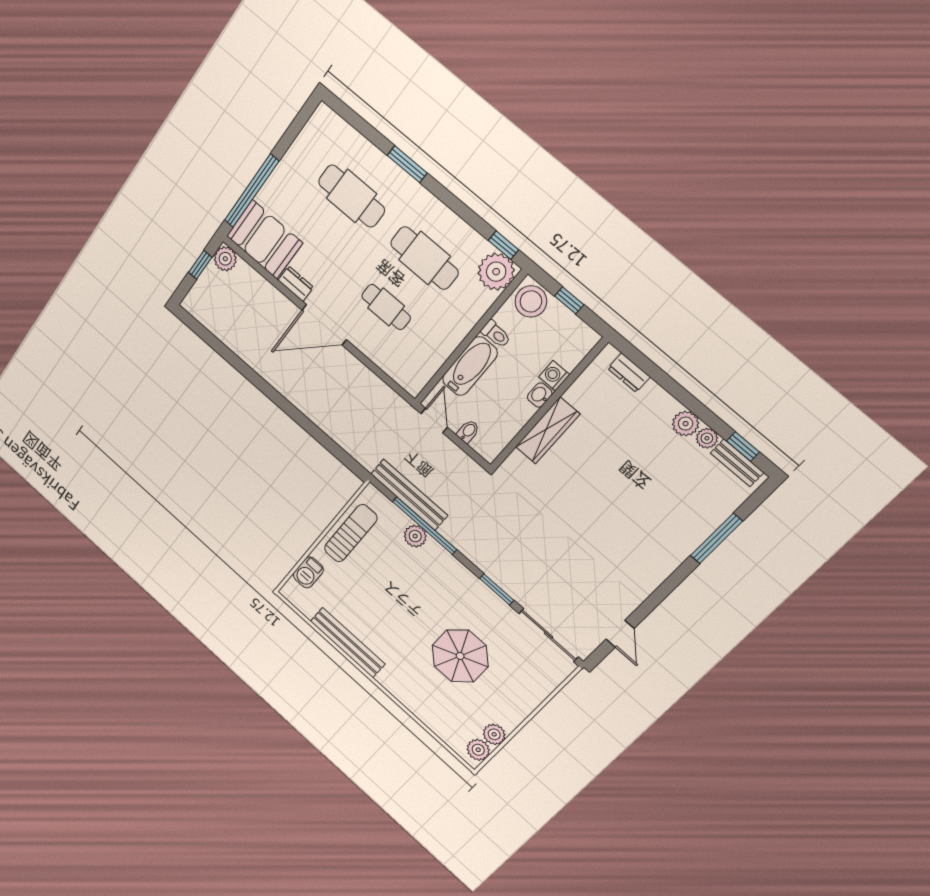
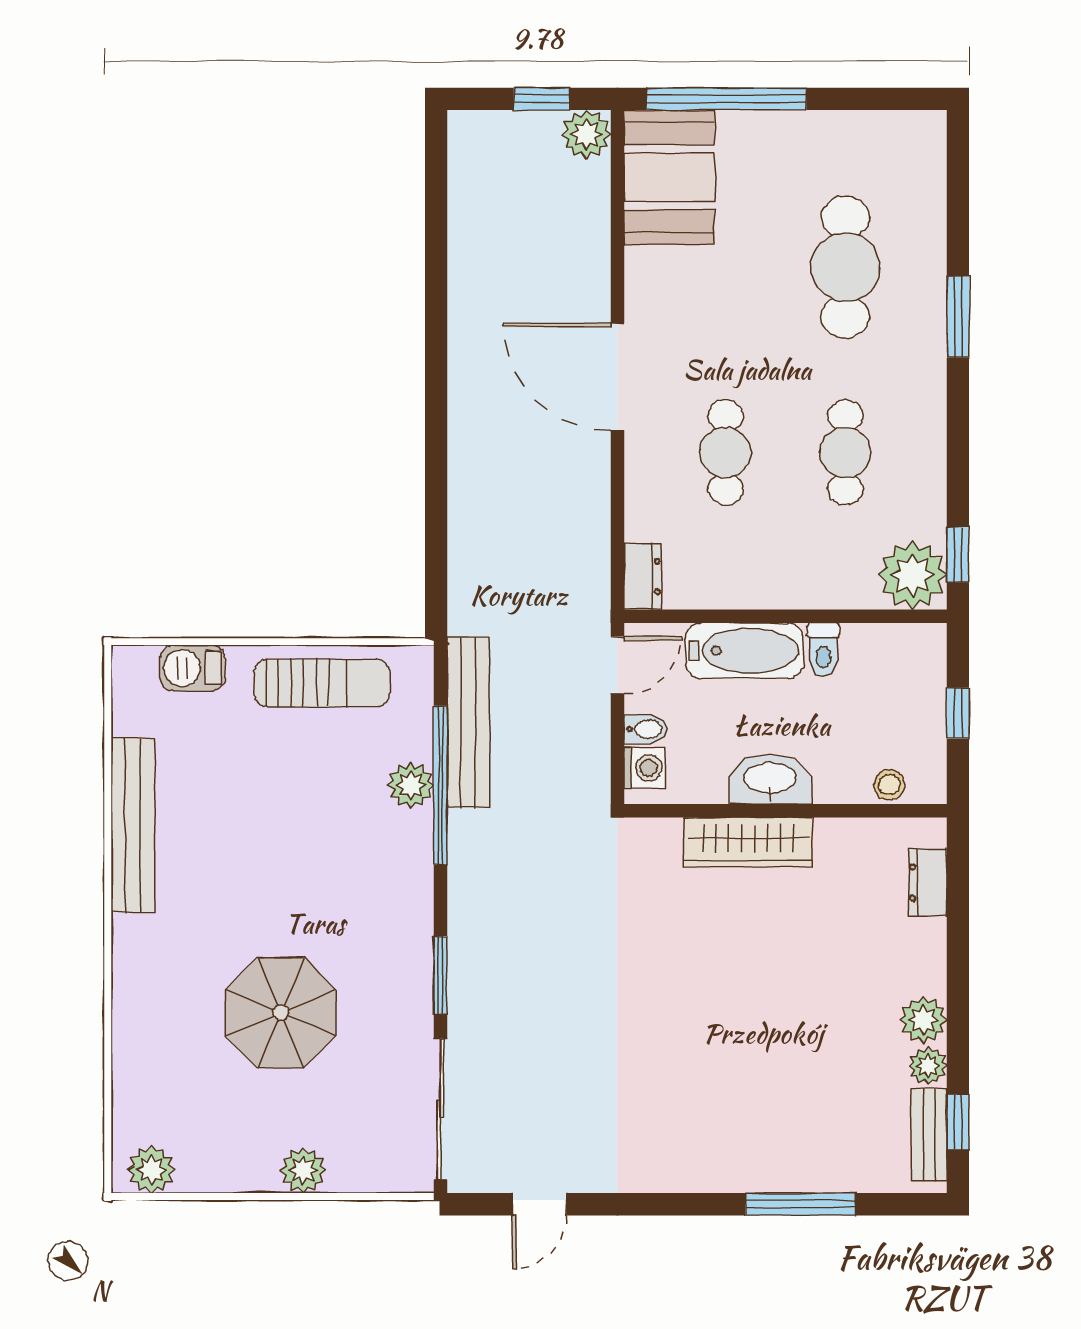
cafe table: (424, 258) -> (845, 452), width x0.73, depth x0.74
dresser: (296, 284) -> (643, 576), moved
stool: (531, 301) -> (889, 785), moved, width x0.53, depth x0.53
washing machine: (554, 376) -> (645, 768), moved, turned 90
washbasin: (540, 395) -> (770, 779), width x1.91, depth x1.45
plant: (494, 734) -> (303, 1170), moved

